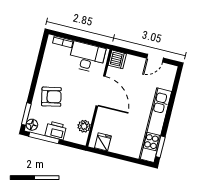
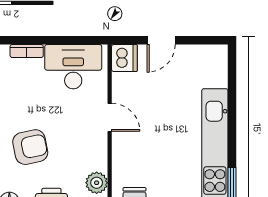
door: (155, 58) -> (161, 40), moved
door: (101, 91) -> (110, 117), width x0.53

